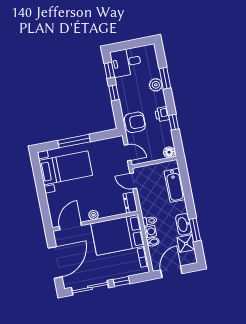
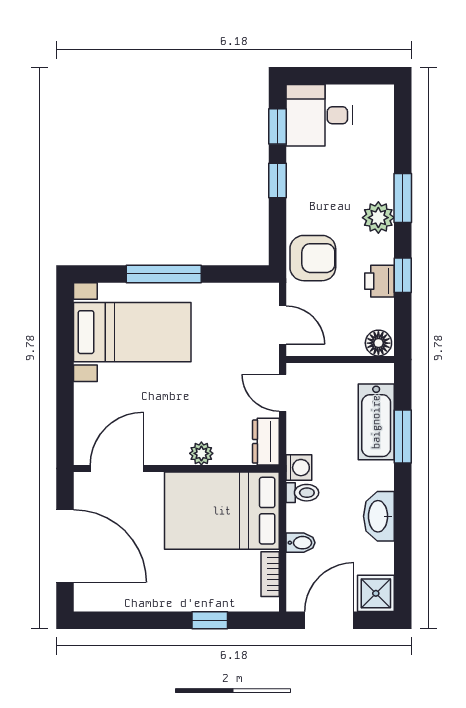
window: (165, 78) -> (403, 198), moved
plant: (156, 85) -> (378, 218), moved
printer: (162, 114) -> (380, 281), moved
plant: (93, 215) -> (201, 453), moved
window: (195, 230) -> (403, 436), moved
washing machine: (150, 232) -> (299, 468), moved
shower: (186, 243) -> (376, 593), moved
door: (55, 262) -> (65, 546), hinge flipped
sliding door: (90, 288) -> (134, 620), removed

